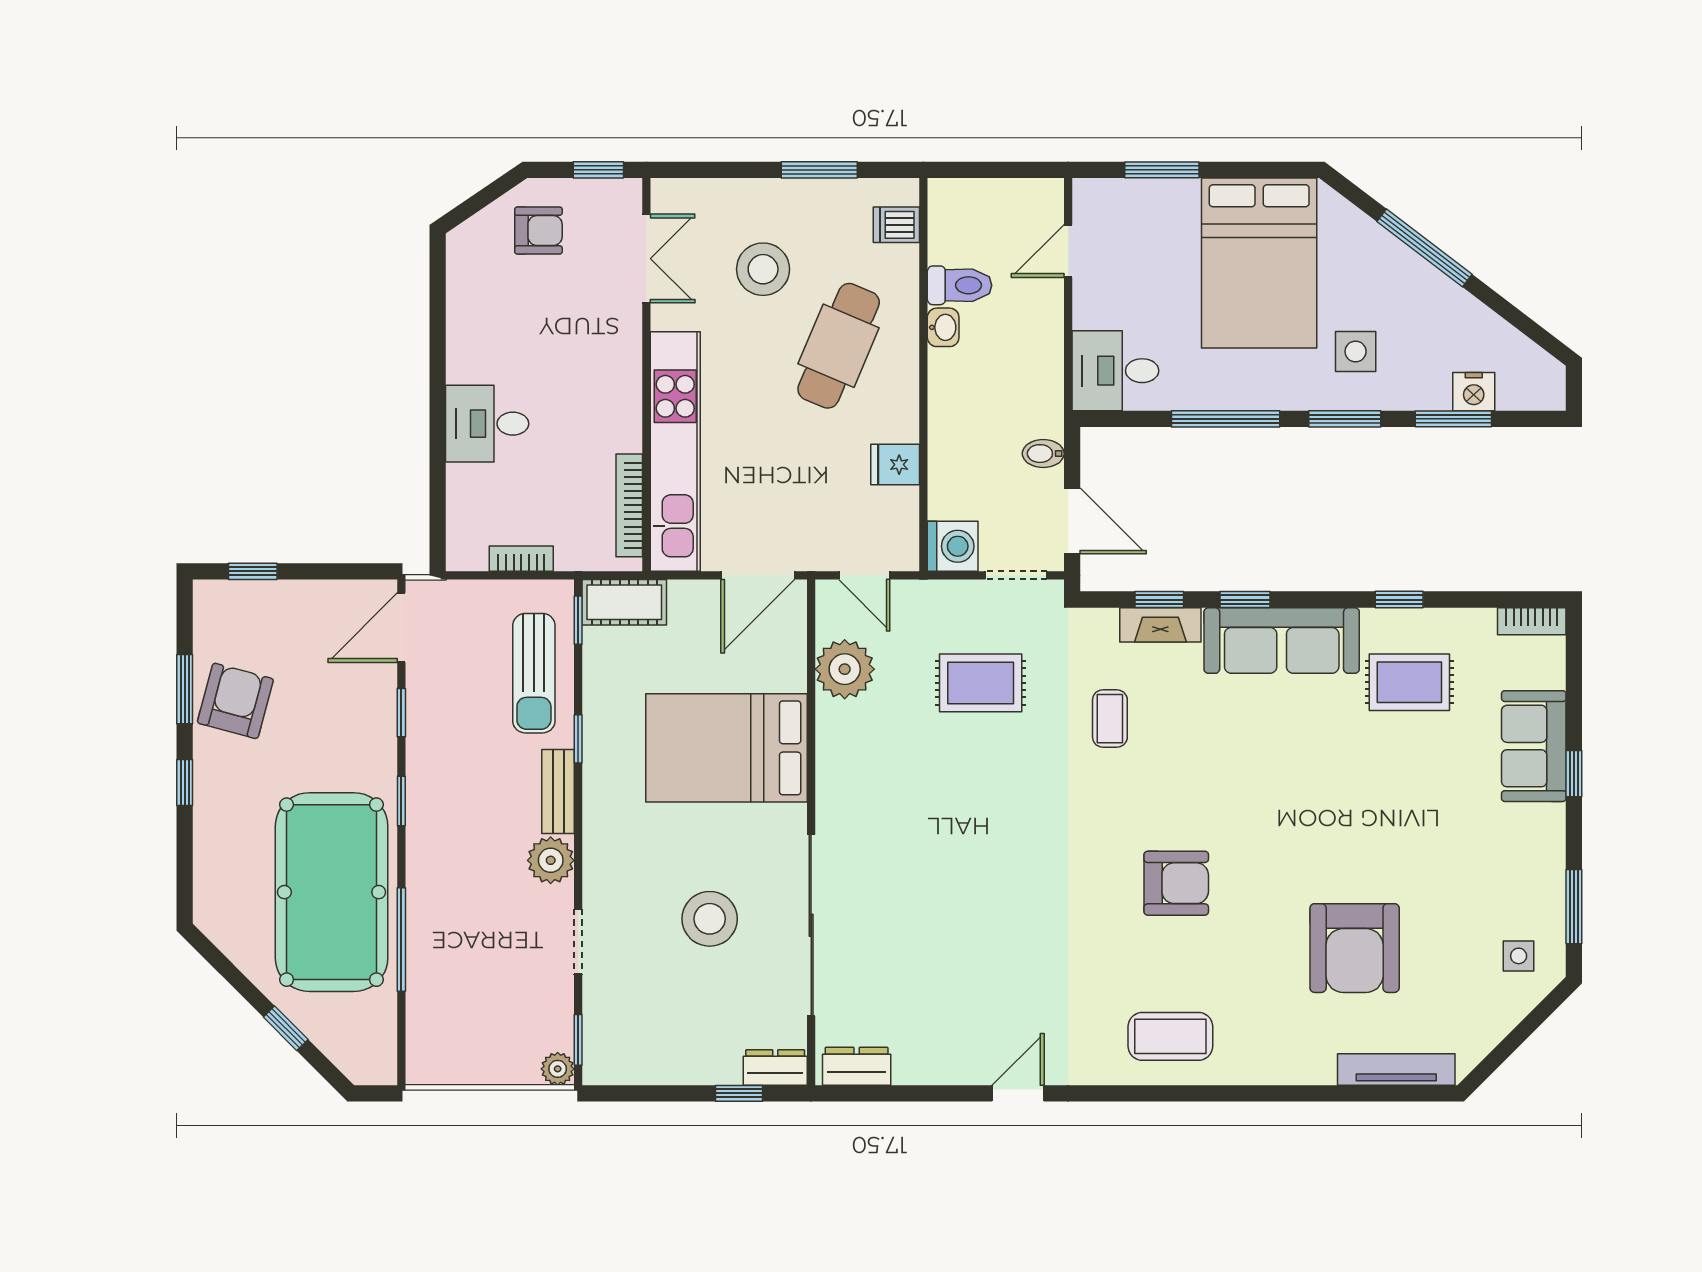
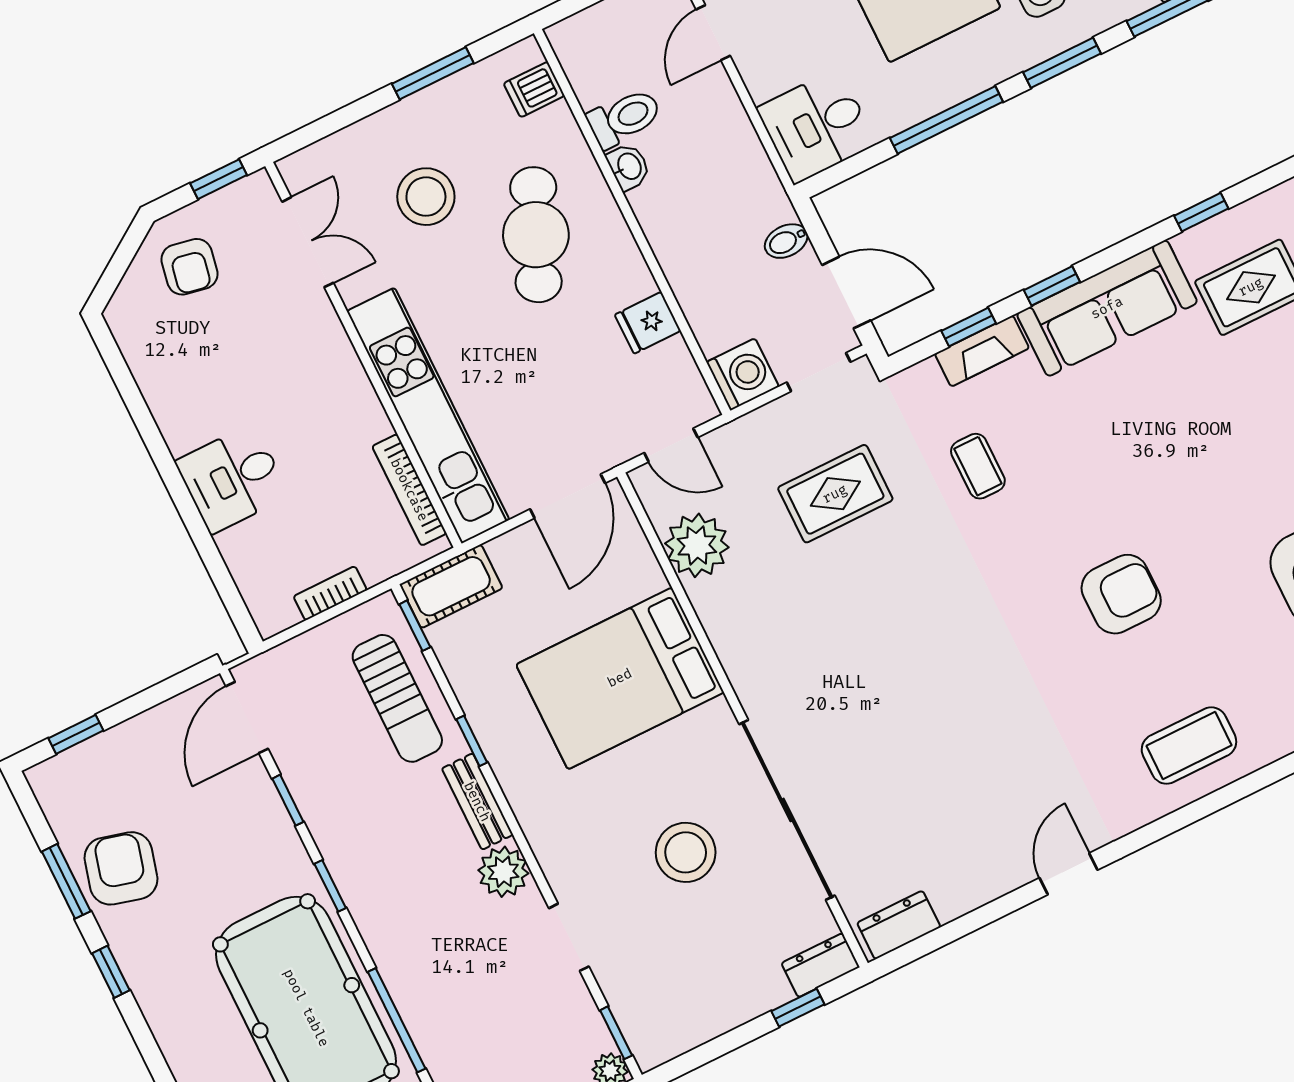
armchair: (538, 231) -> (189, 267), turned 101

